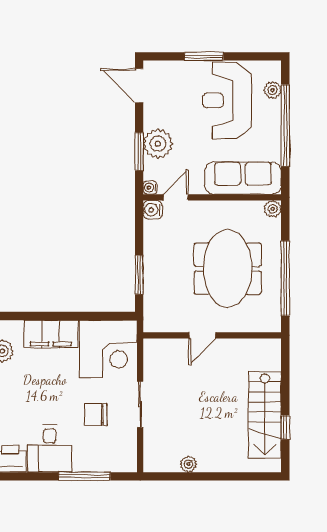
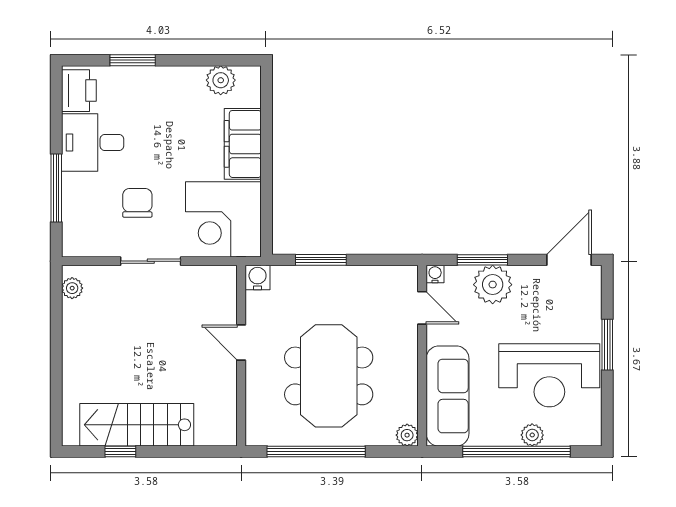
plant: (273, 90) -> (532, 435), moved
reception desk: (227, 100) -> (549, 375), turned 180
water cooler: (153, 210) -> (258, 278), moved
meeting table: (228, 269) -> (329, 376), turned 90
plant: (188, 464) -> (72, 288), moved

